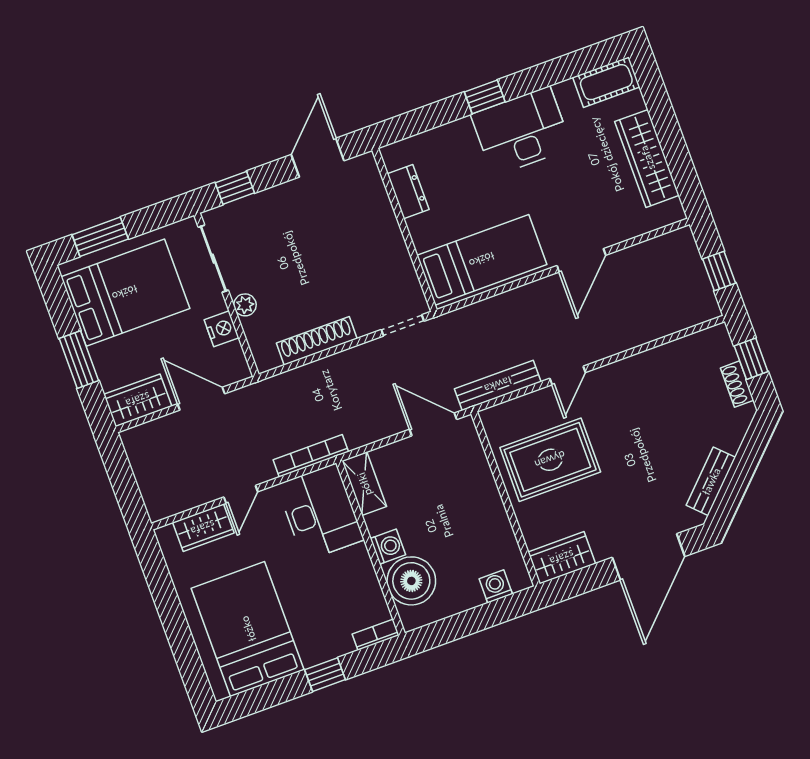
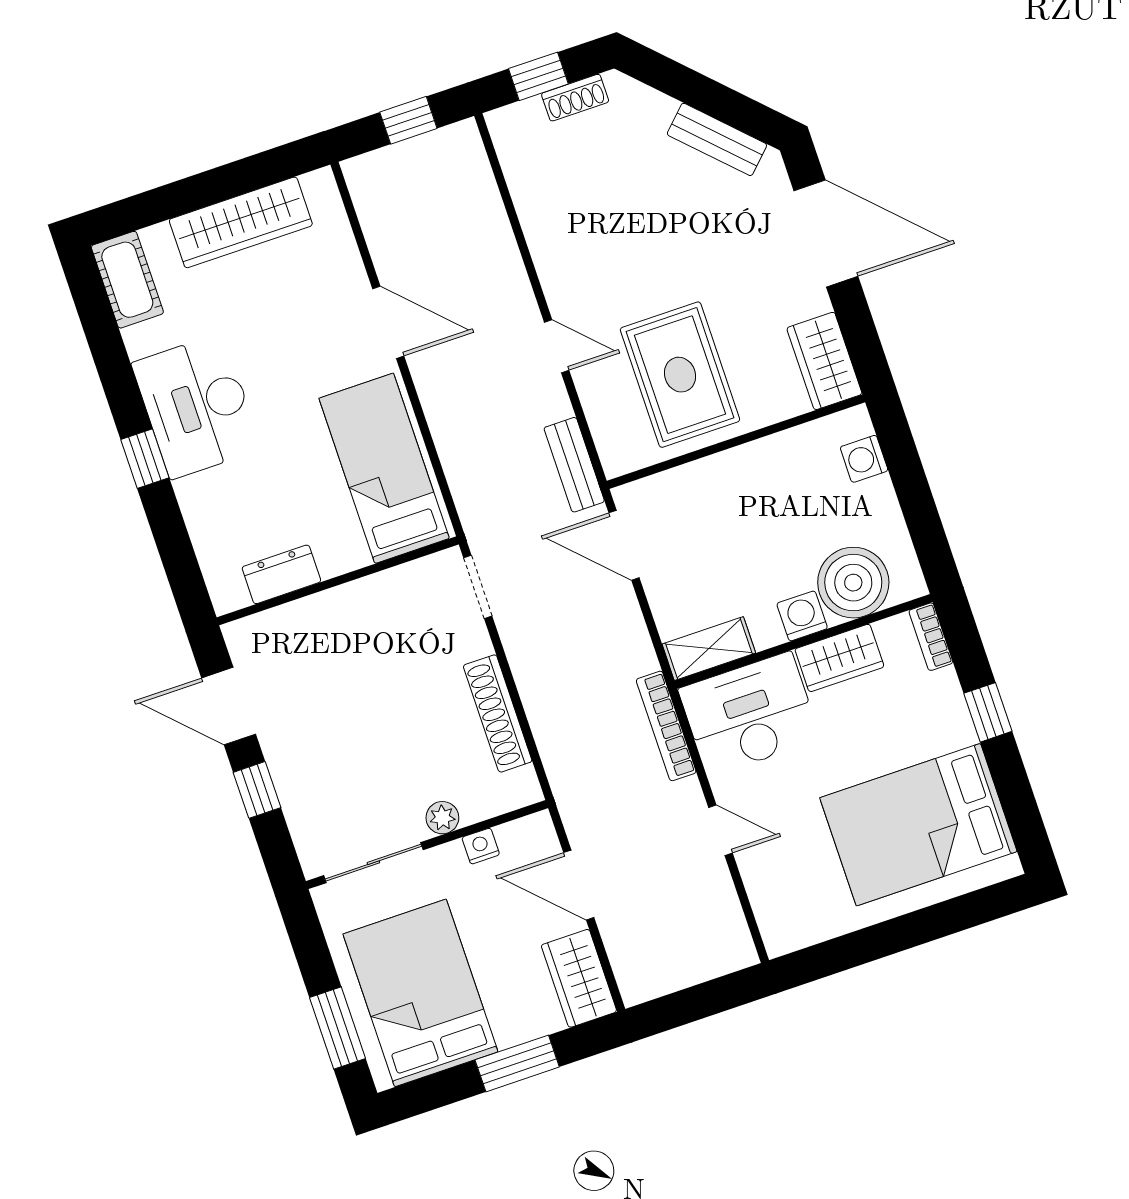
window: (235, 188) -> (257, 790), moved
nightstand: (222, 329) -> (481, 846), width x0.72, depth x0.74
bench: (498, 385) -> (574, 465), width x0.73
door: (201, 399) -> (579, 885), hinge flipped
door: (433, 424) -> (624, 545), hinge flipped
wardrobe: (203, 528) -> (839, 658), moved, turned 90

